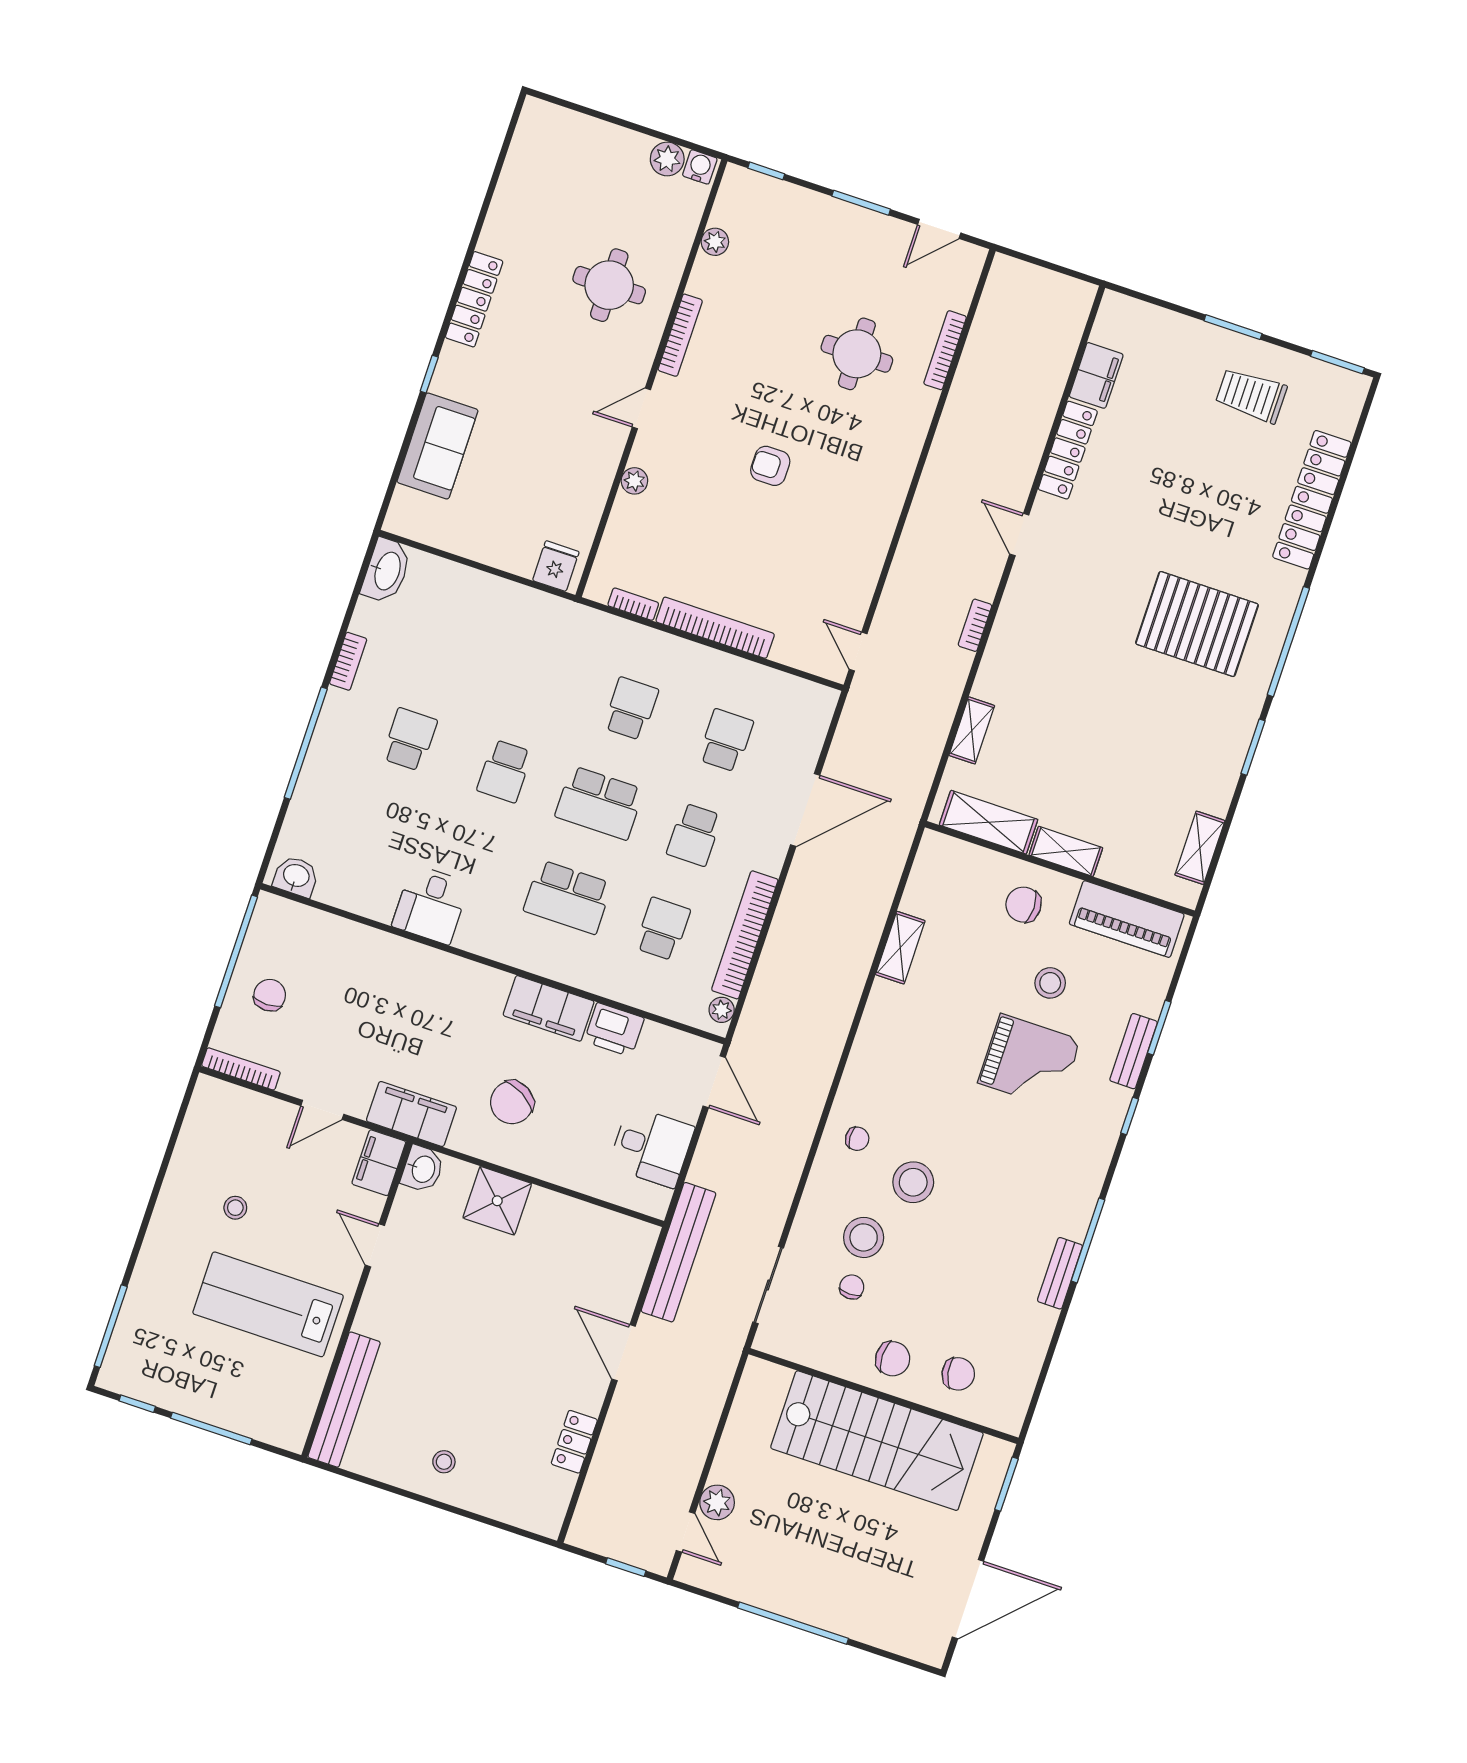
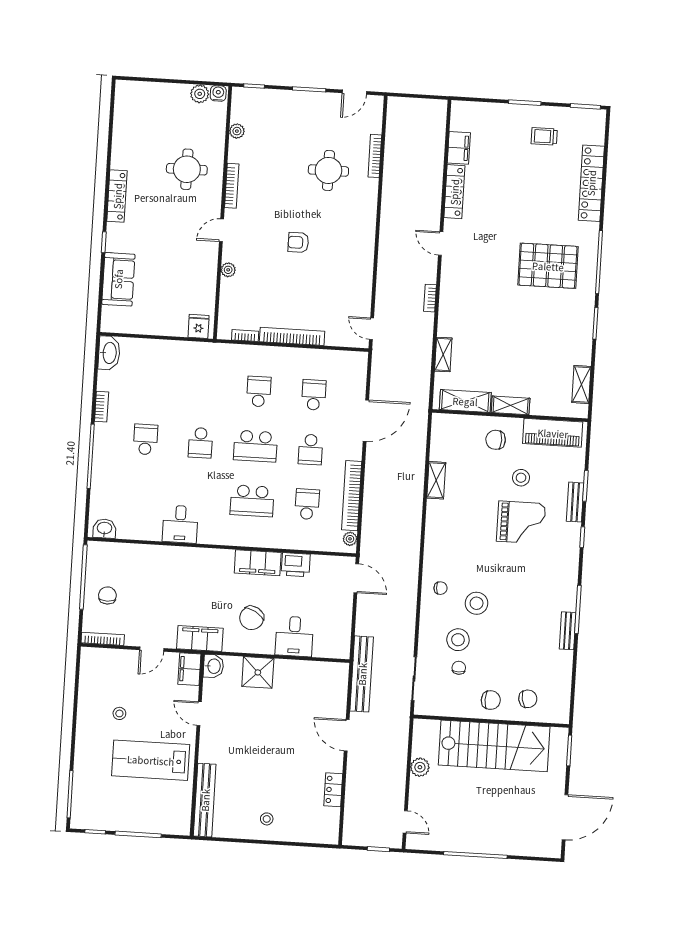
trolley: (1251, 395) -> (544, 136), width x0.73, depth x0.72
desk: (652, 1147) -> (294, 636), moved, turned 90
plant: (717, 1502) -> (420, 767), moved

